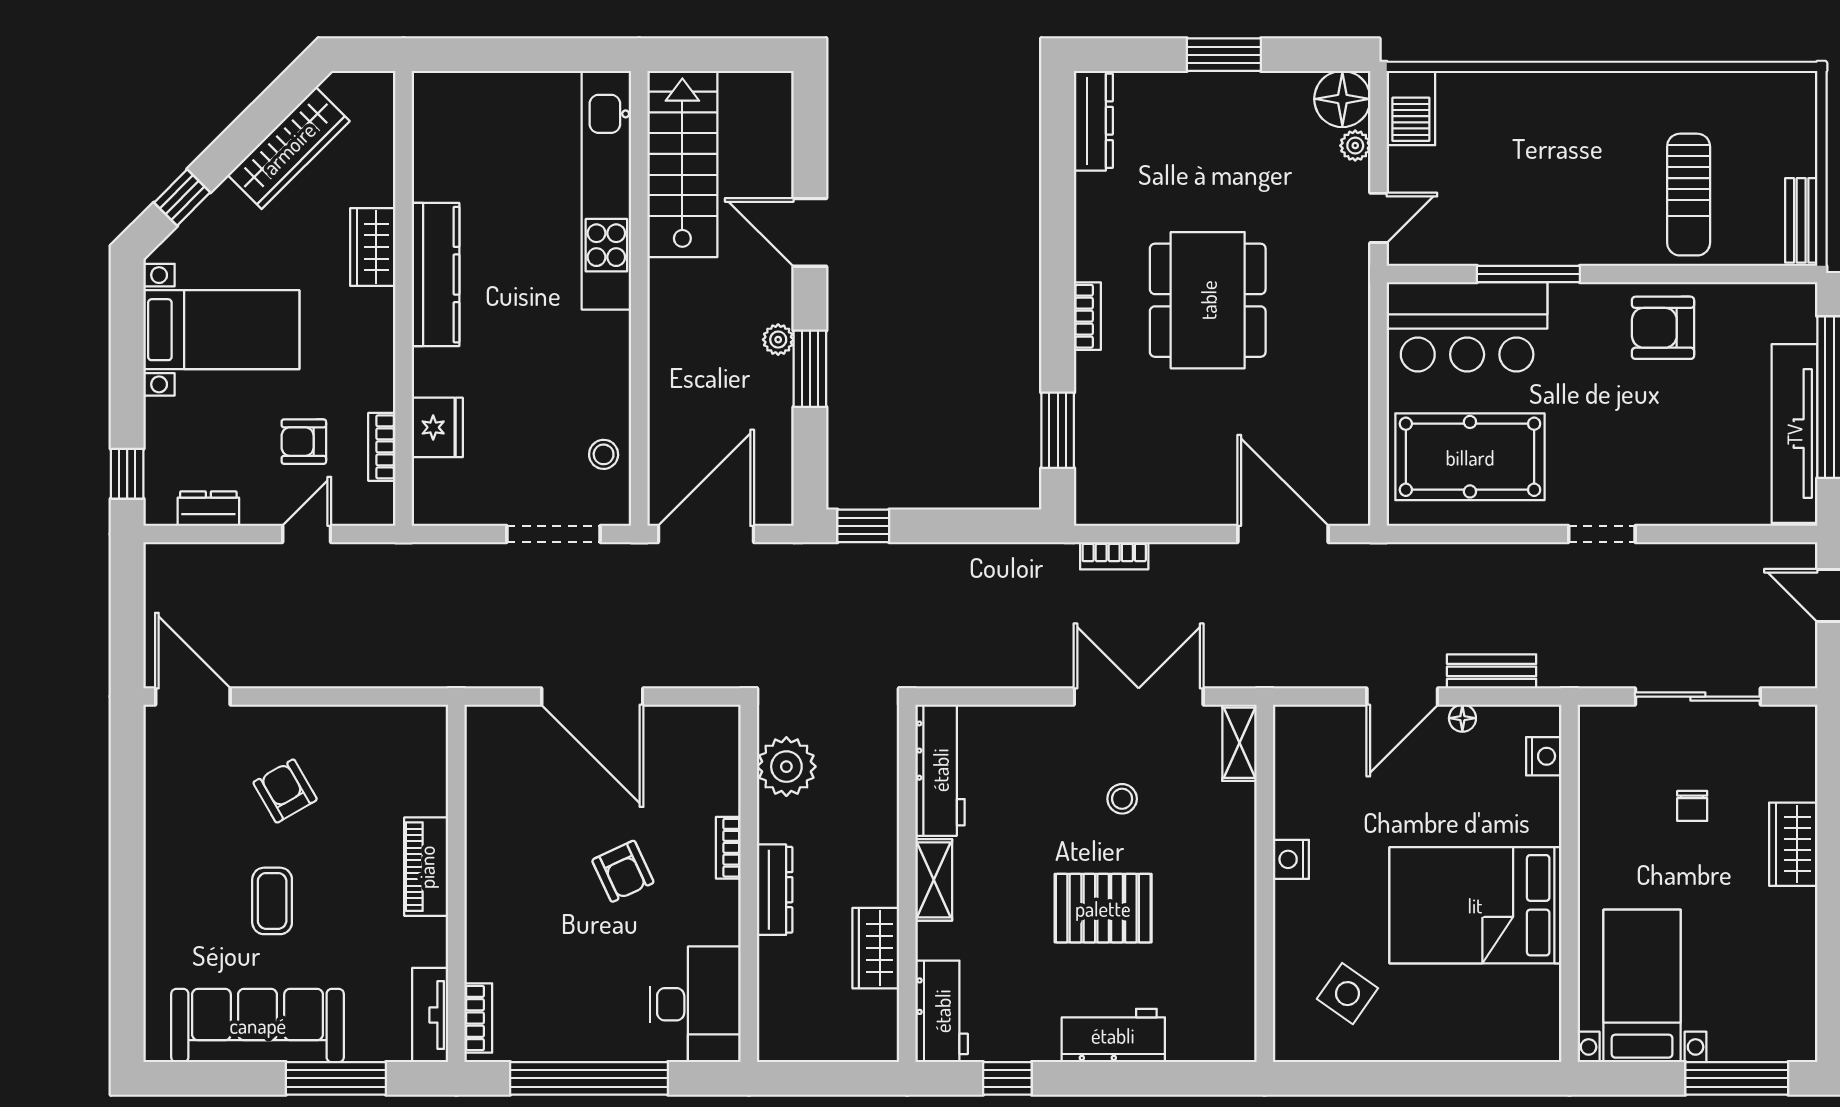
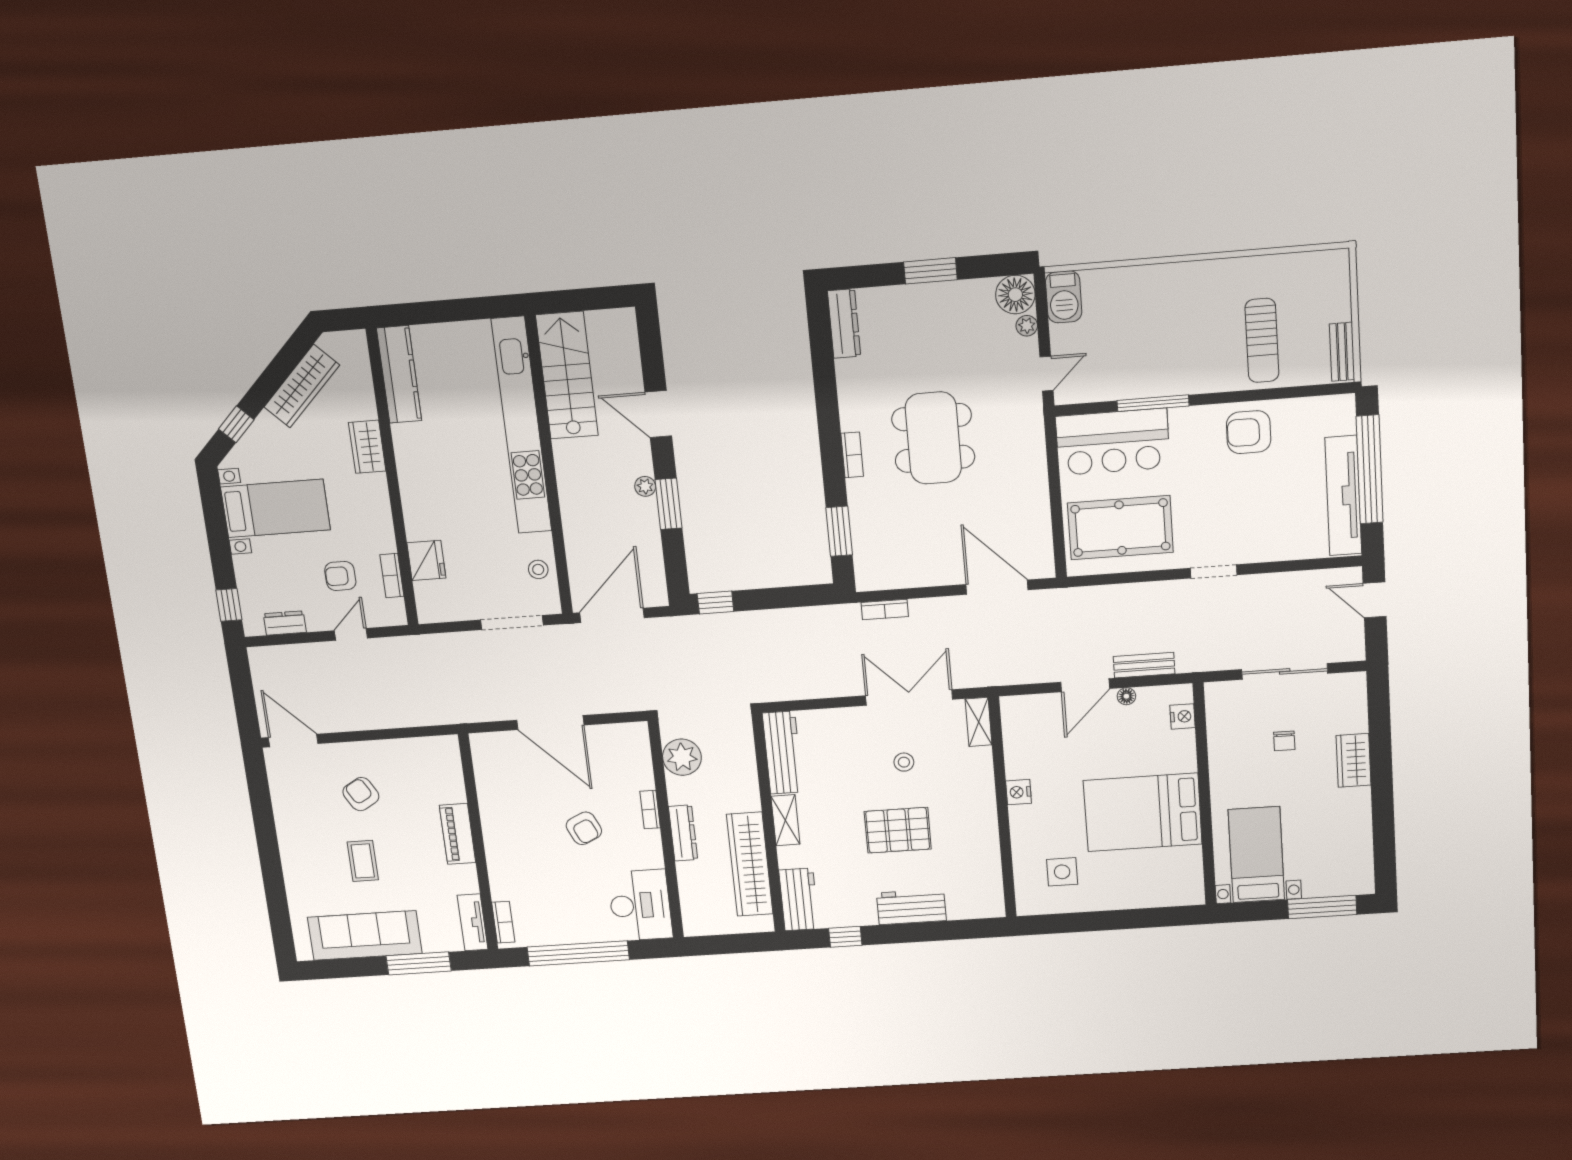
kitchen unit: (606, 190) -> (522, 426), width x1.36
kitchen counter: (435, 275) -> (399, 374), moved
wardrobe: (876, 948) -> (750, 864), width x2.10, depth x1.17
side table: (1347, 994) -> (1062, 872), turned -35

